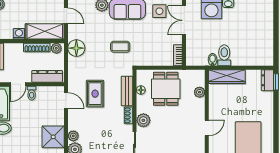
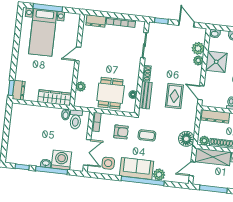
door: (66, 16) -> (192, 169), hinge flipped
armchair: (149, 47) -> (121, 132), added
toilet: (224, 55) -> (76, 119), moved
plant: (143, 120) -> (134, 67), removed

